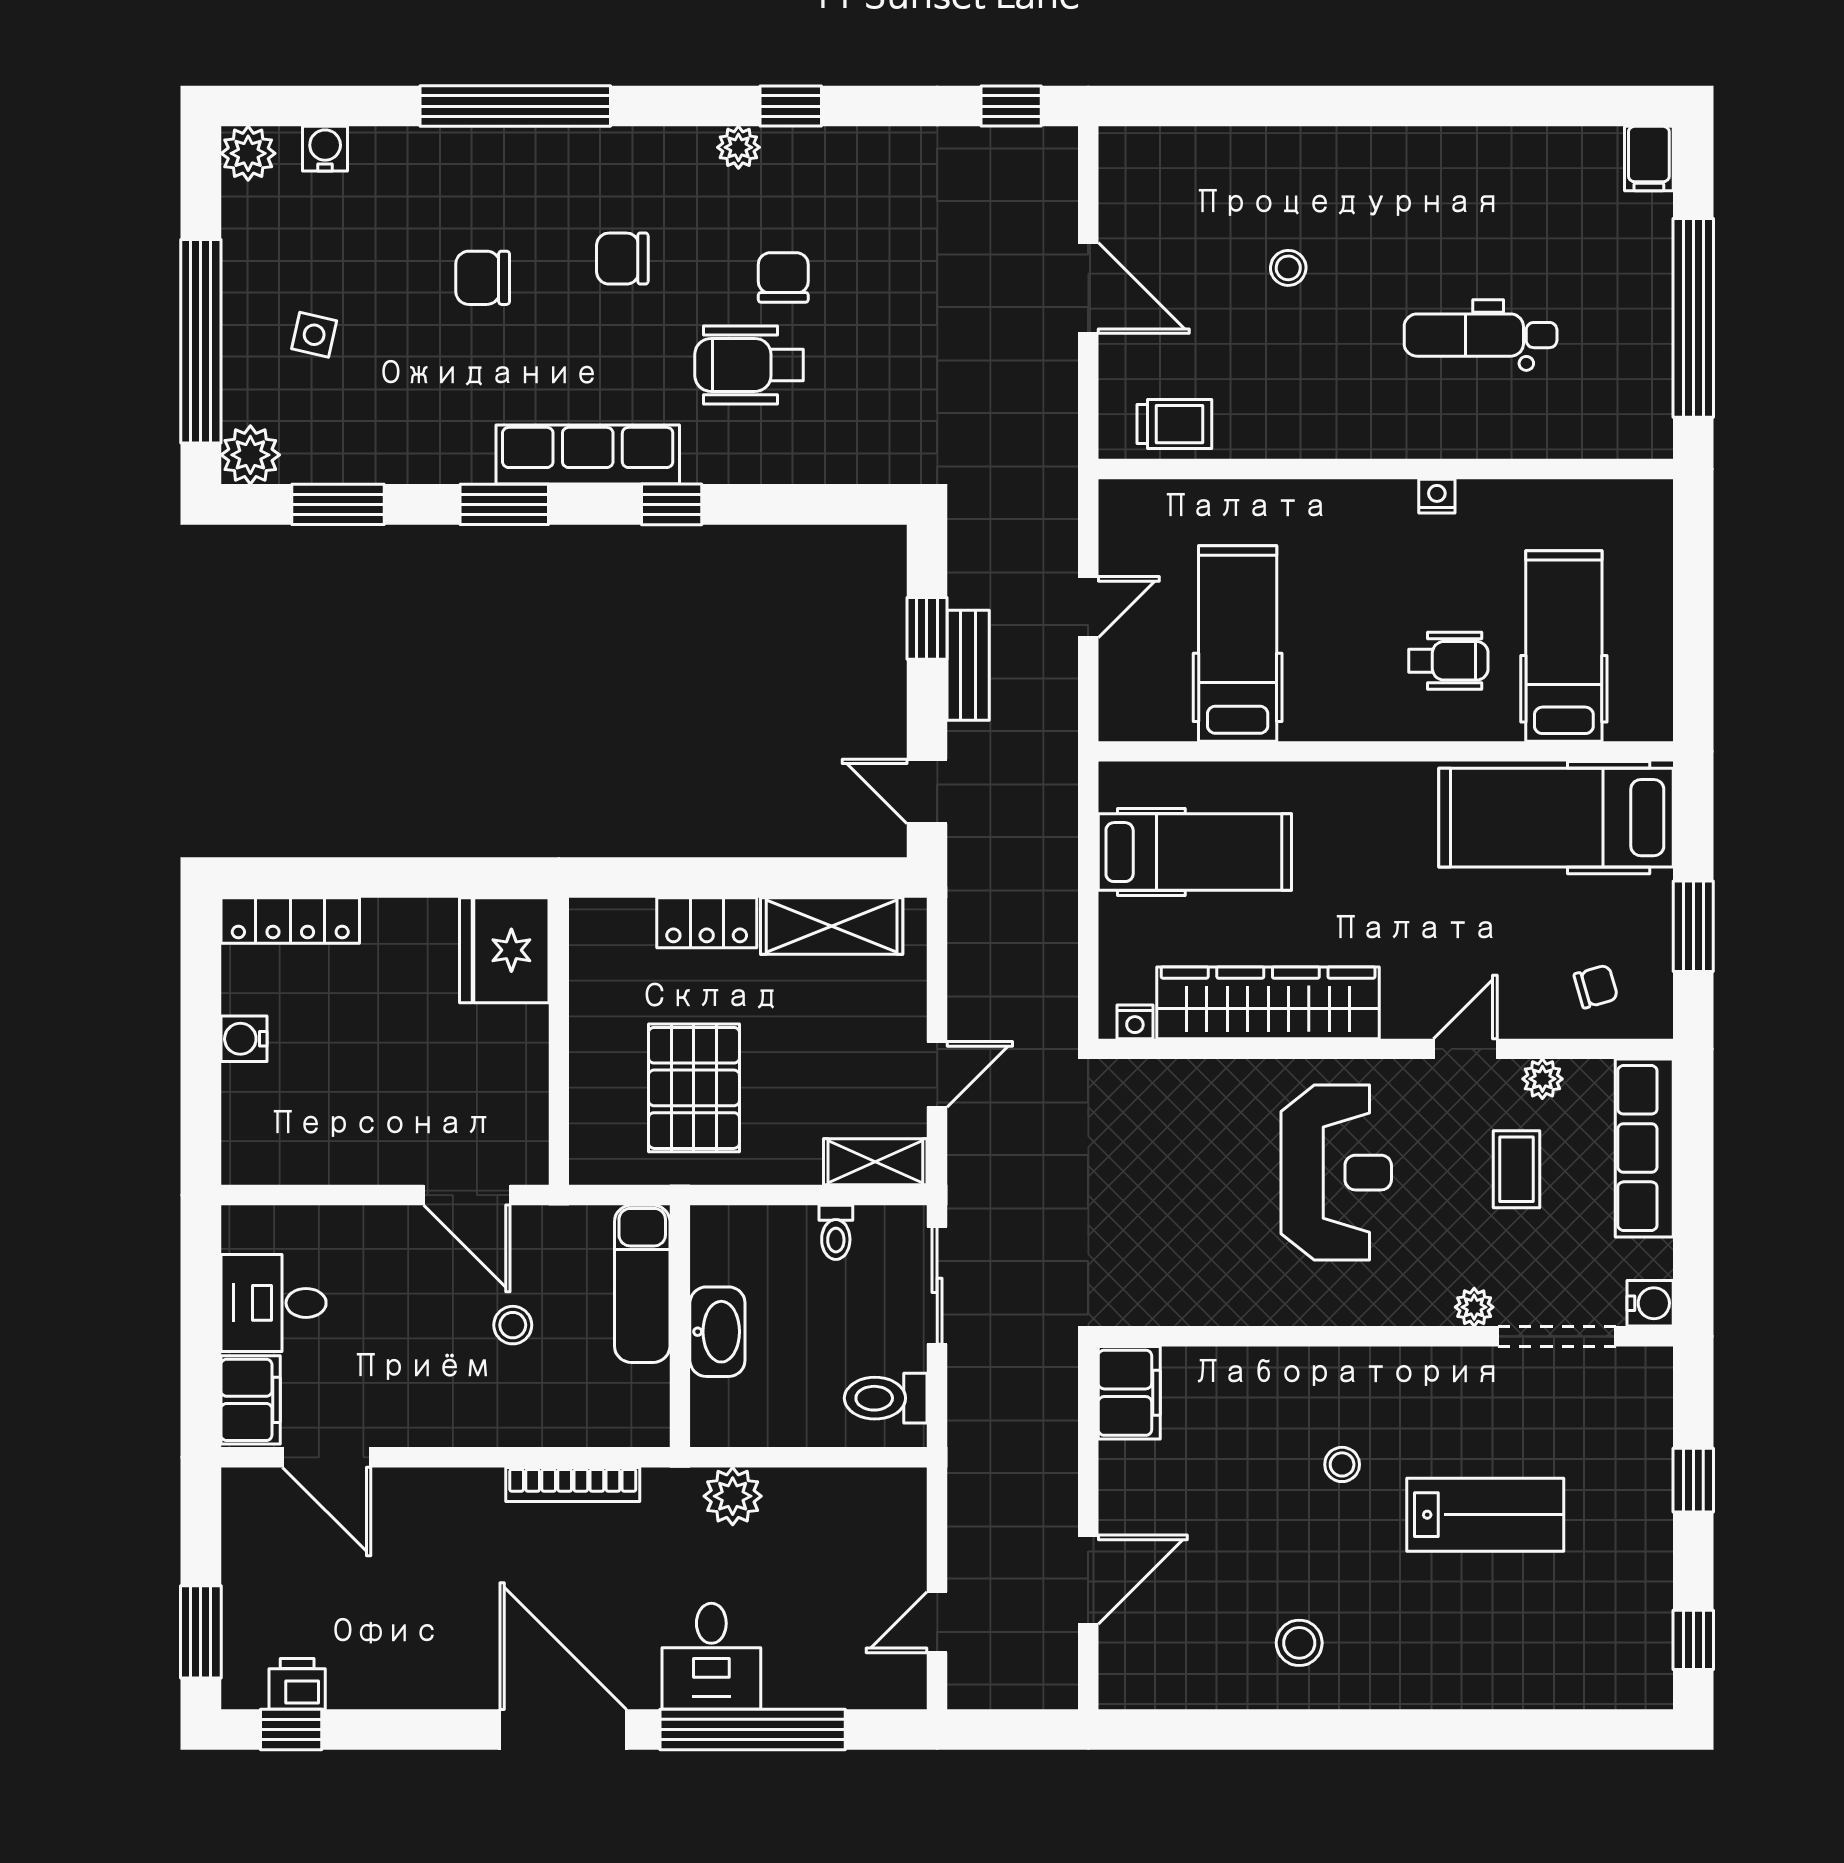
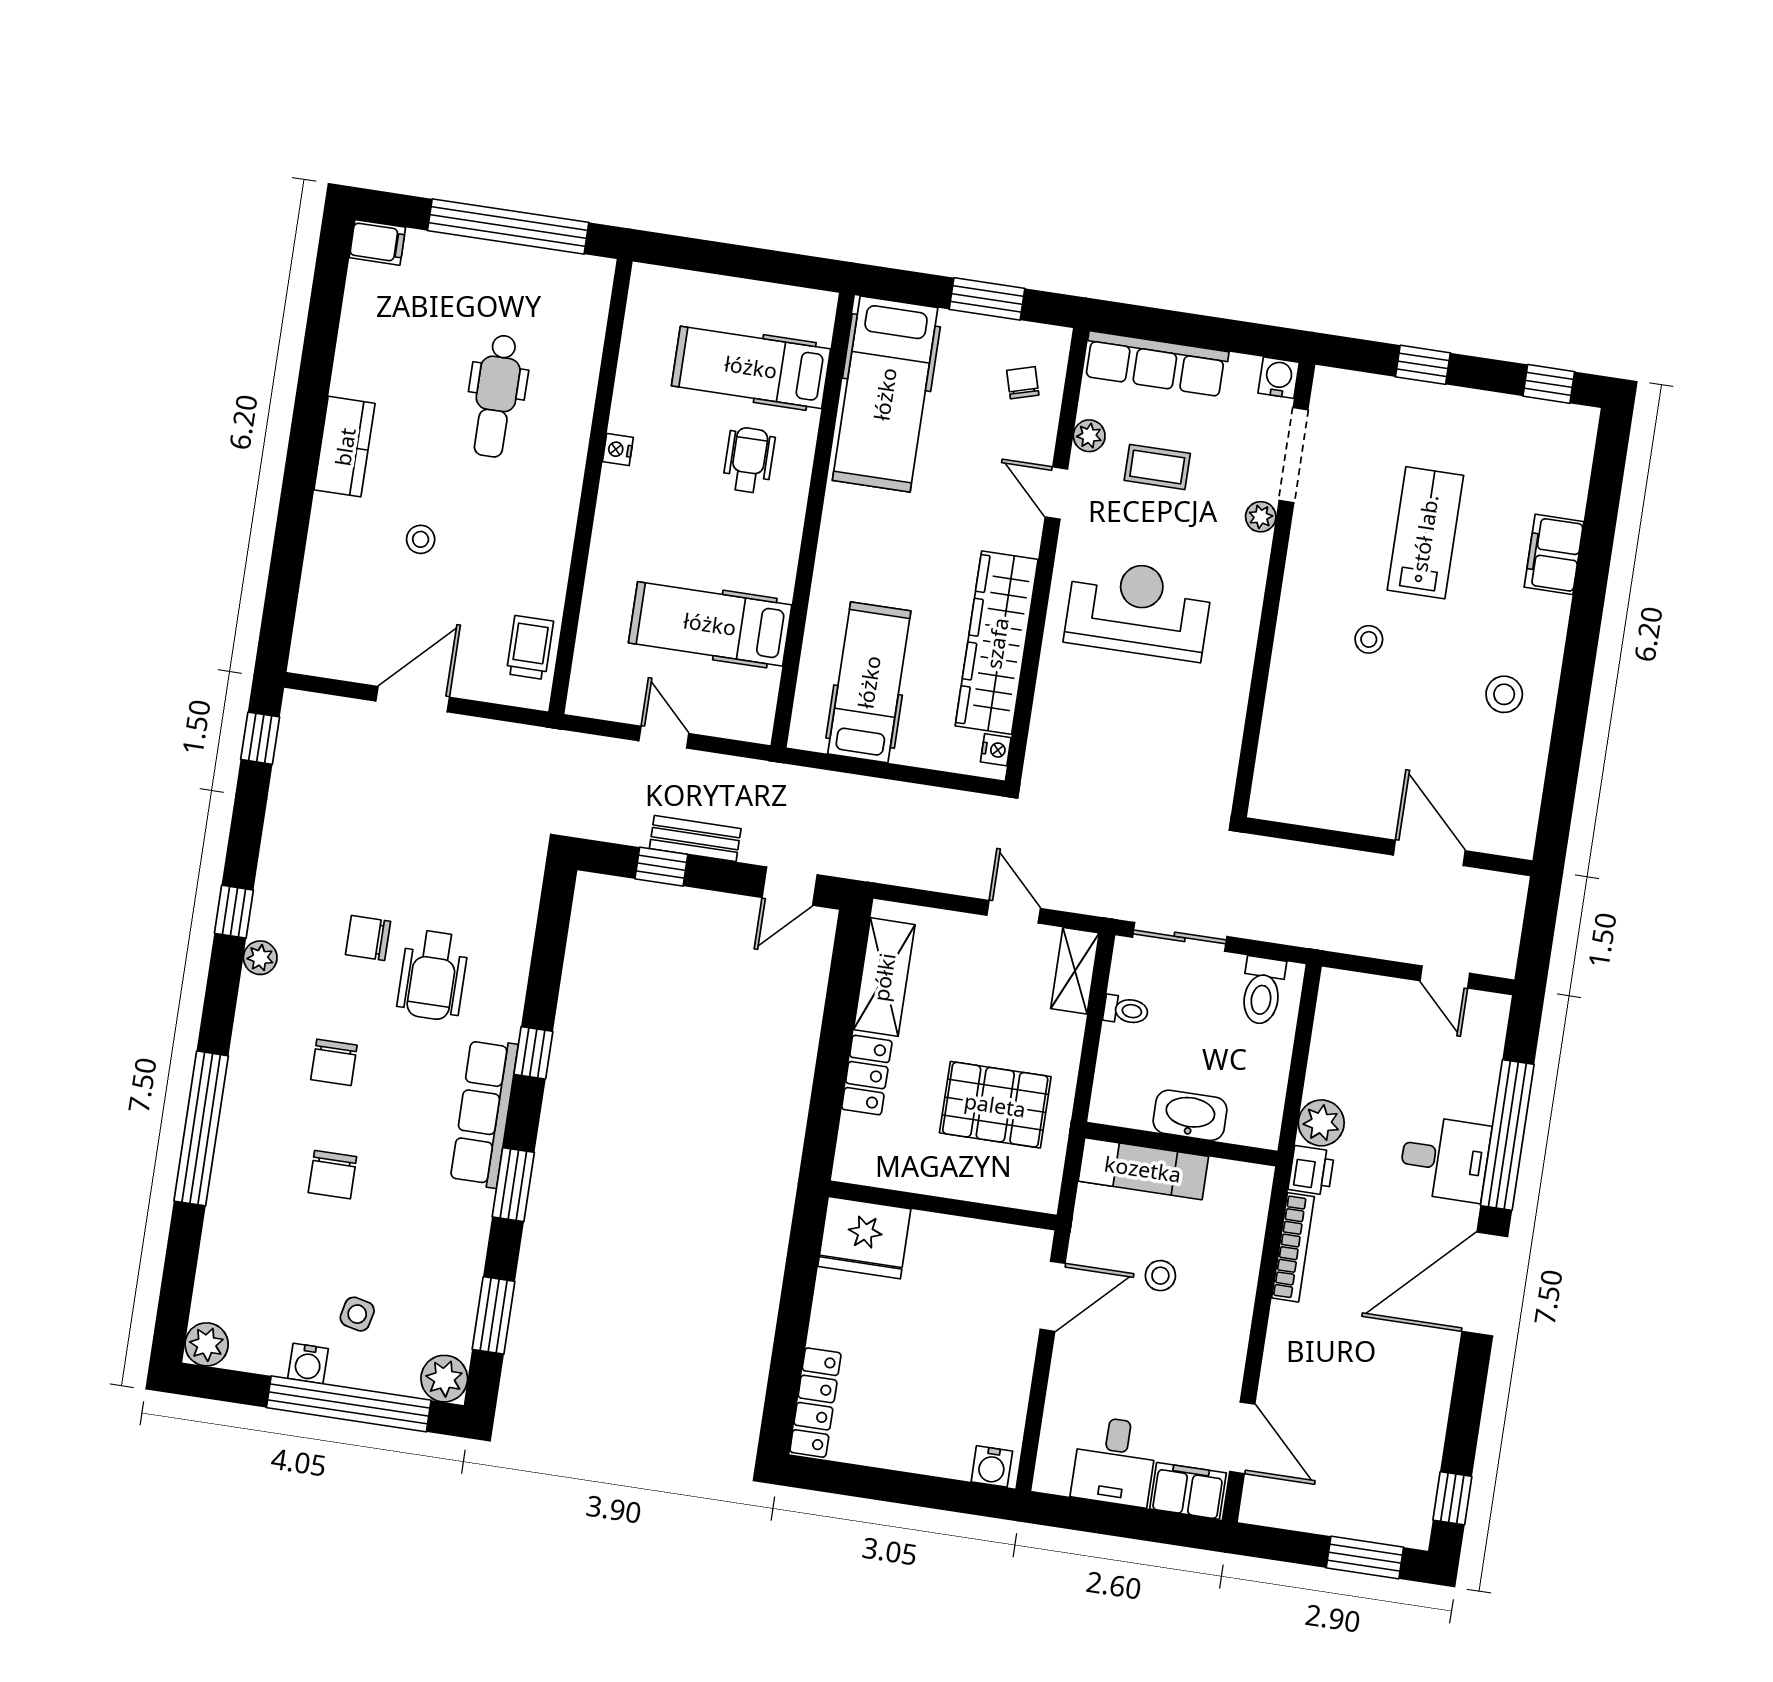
water cooler: (325, 149) -> (308, 1363), moved, turned -90
kitchen counter: (1389, 156) -> (345, 447), added
water cooler: (244, 1039) -> (992, 1466), moved
filing cabinet: (1129, 1393) -> (1554, 554), moved, turned -90
door: (327, 1457) -> (1242, 1438), hinge flipped
printer: (297, 1684) -> (1311, 1170), moved, turned 180

